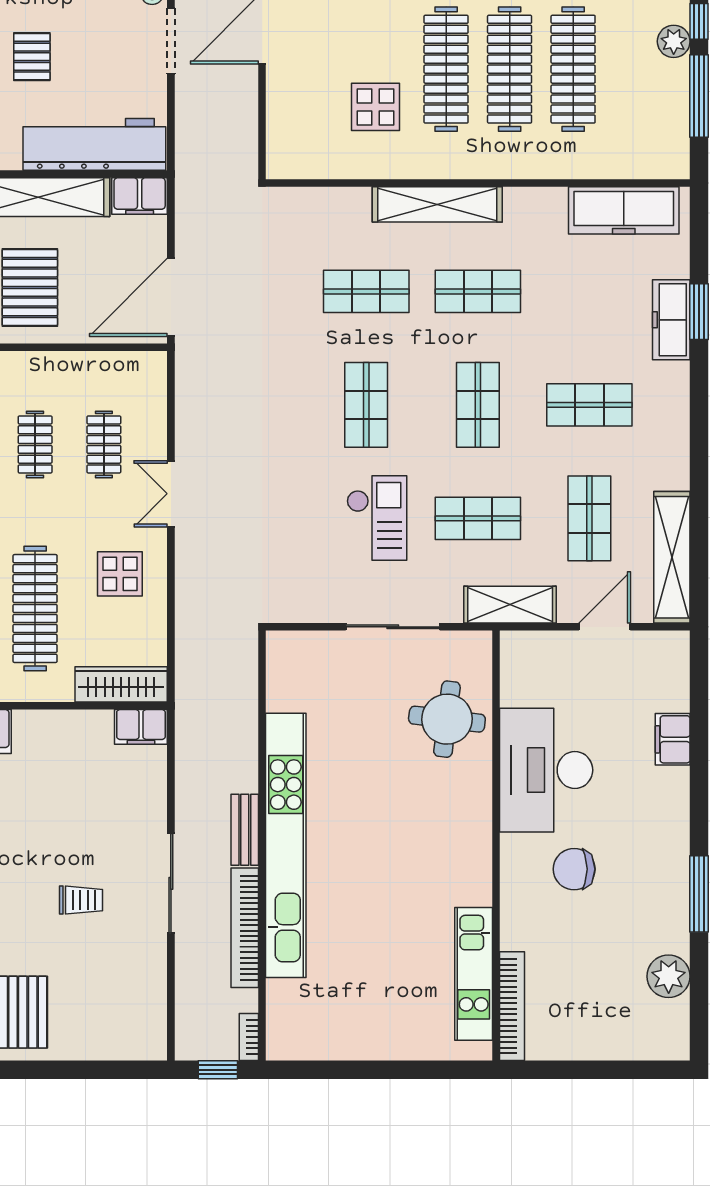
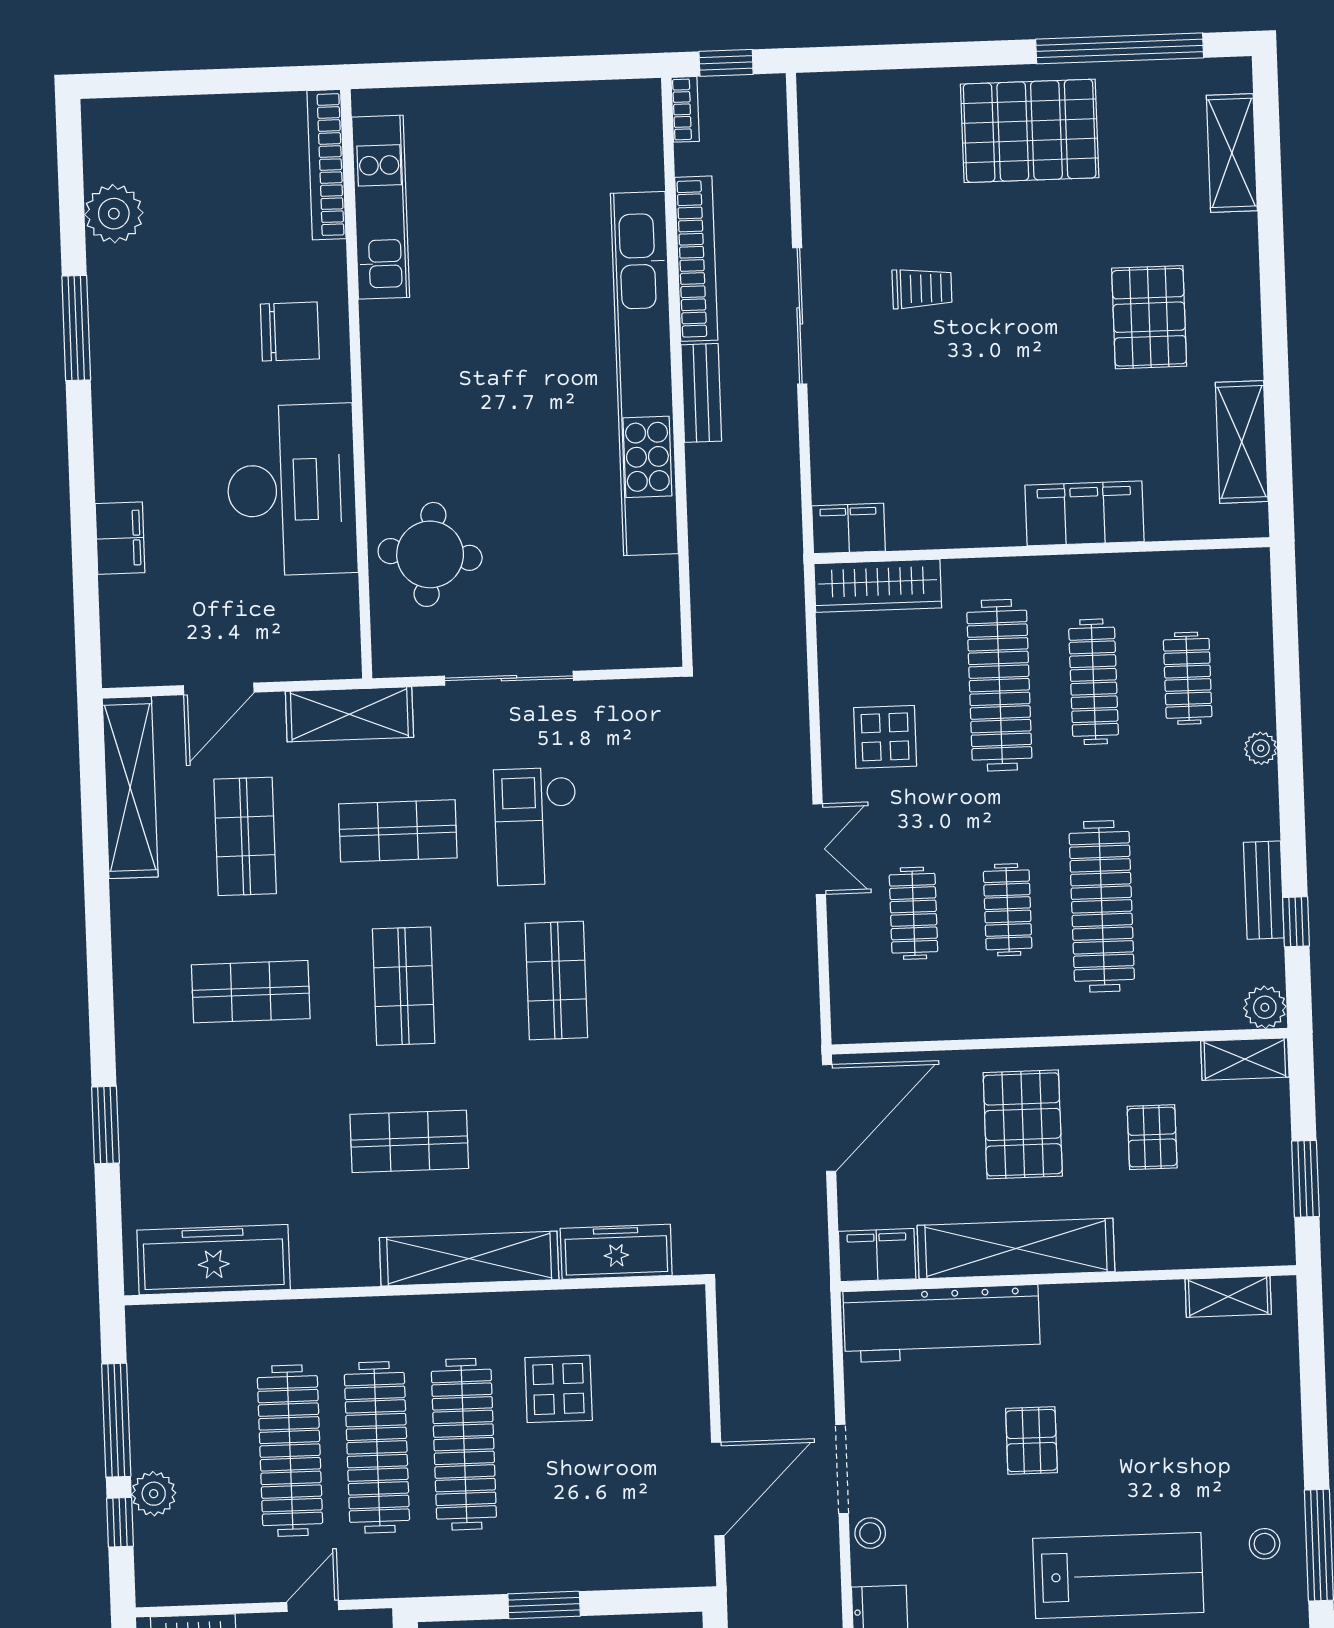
shop shelf: (366, 291) -> (562, 1136), removed
freezer: (671, 320) -> (616, 1252), moved, turned -90
chair: (574, 869) -> (290, 331), moved
trolley: (81, 900) -> (922, 288), turned 180

